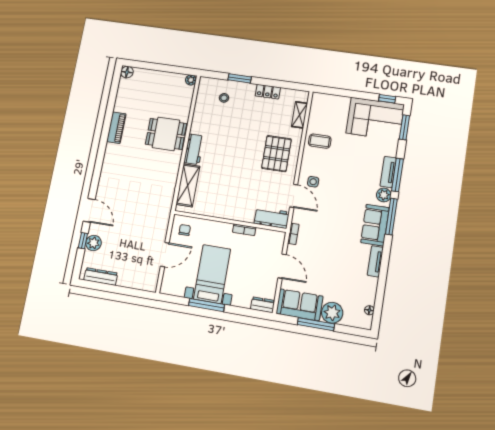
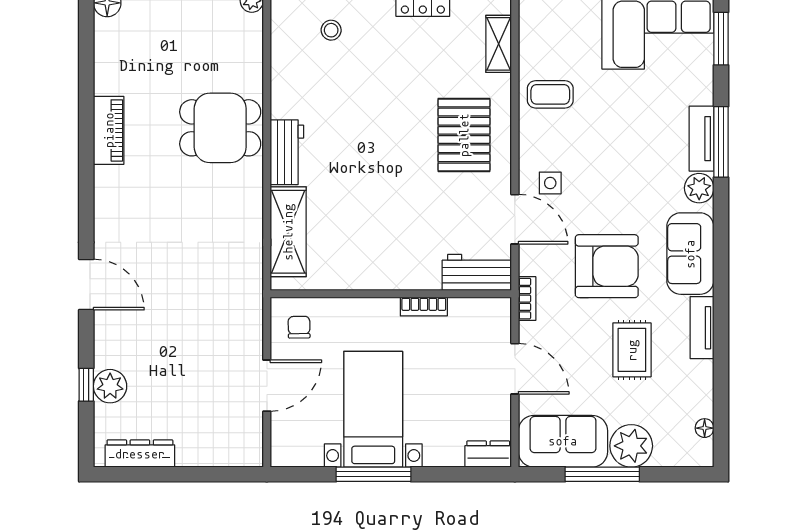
door: (89, 210) -> (86, 285), moved
window: (391, 217) -> (721, 231), removed
armchair: (334, 225) -> (607, 266), added
rug: (340, 266) -> (632, 350), added

